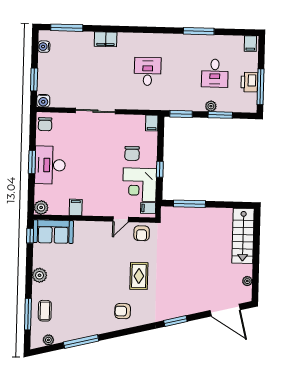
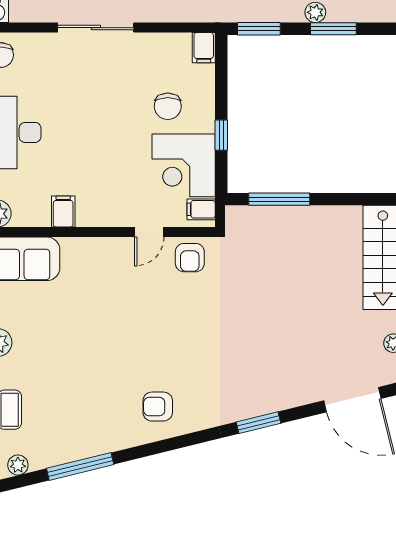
rug: (139, 276) -> (187, 339), removed

